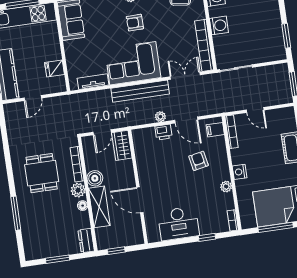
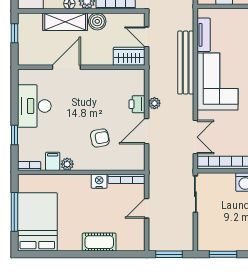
bench: (140, 91) -> (186, 63), moved
filing cabinet: (215, 130) -> (53, 161), moved
nightstand: (240, 172) -> (99, 181), moved

